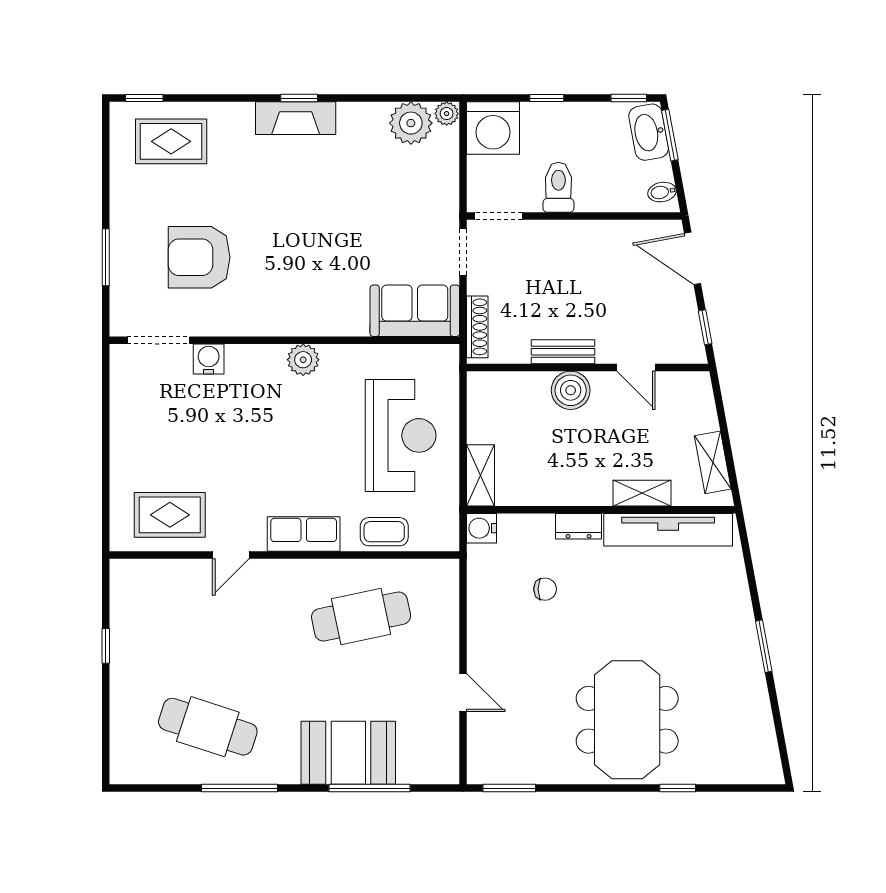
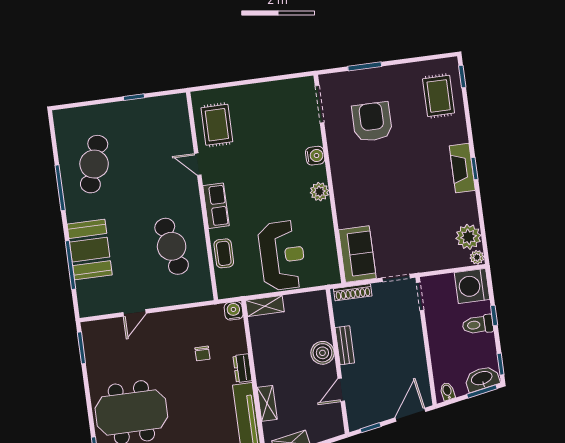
toilet: (558, 187) -> (478, 325), moved, turned 180
water cooler: (209, 359) -> (315, 156), moved
reception desk: (401, 435) -> (282, 255), turned -90

